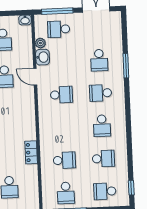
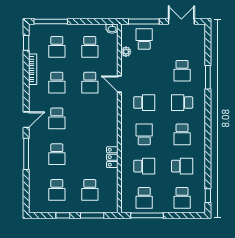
school desk: (59, 29) -> (144, 39), turned 90
washbasin: (43, 57) -> (127, 65), removed
school desk: (63, 127) -> (144, 134), added
school desk: (105, 191) -> (182, 198), turned -90

